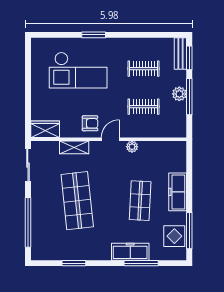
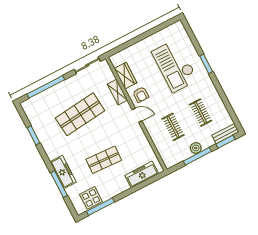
wardrobe: (45, 129) -> (126, 76), moved
plant: (132, 147) -> (140, 134), removed
freezer: (178, 192) -> (142, 175), moved

